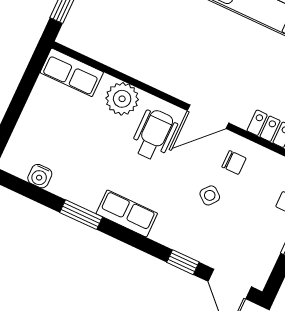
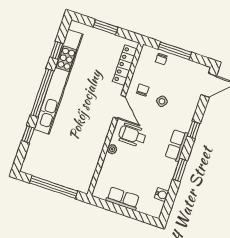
row of seats: (72, 72) -> (123, 199), moved, turned -90
plant: (122, 99) -> (112, 149), width x0.53, depth x0.53
window: (183, 262) -> (194, 130), moved

